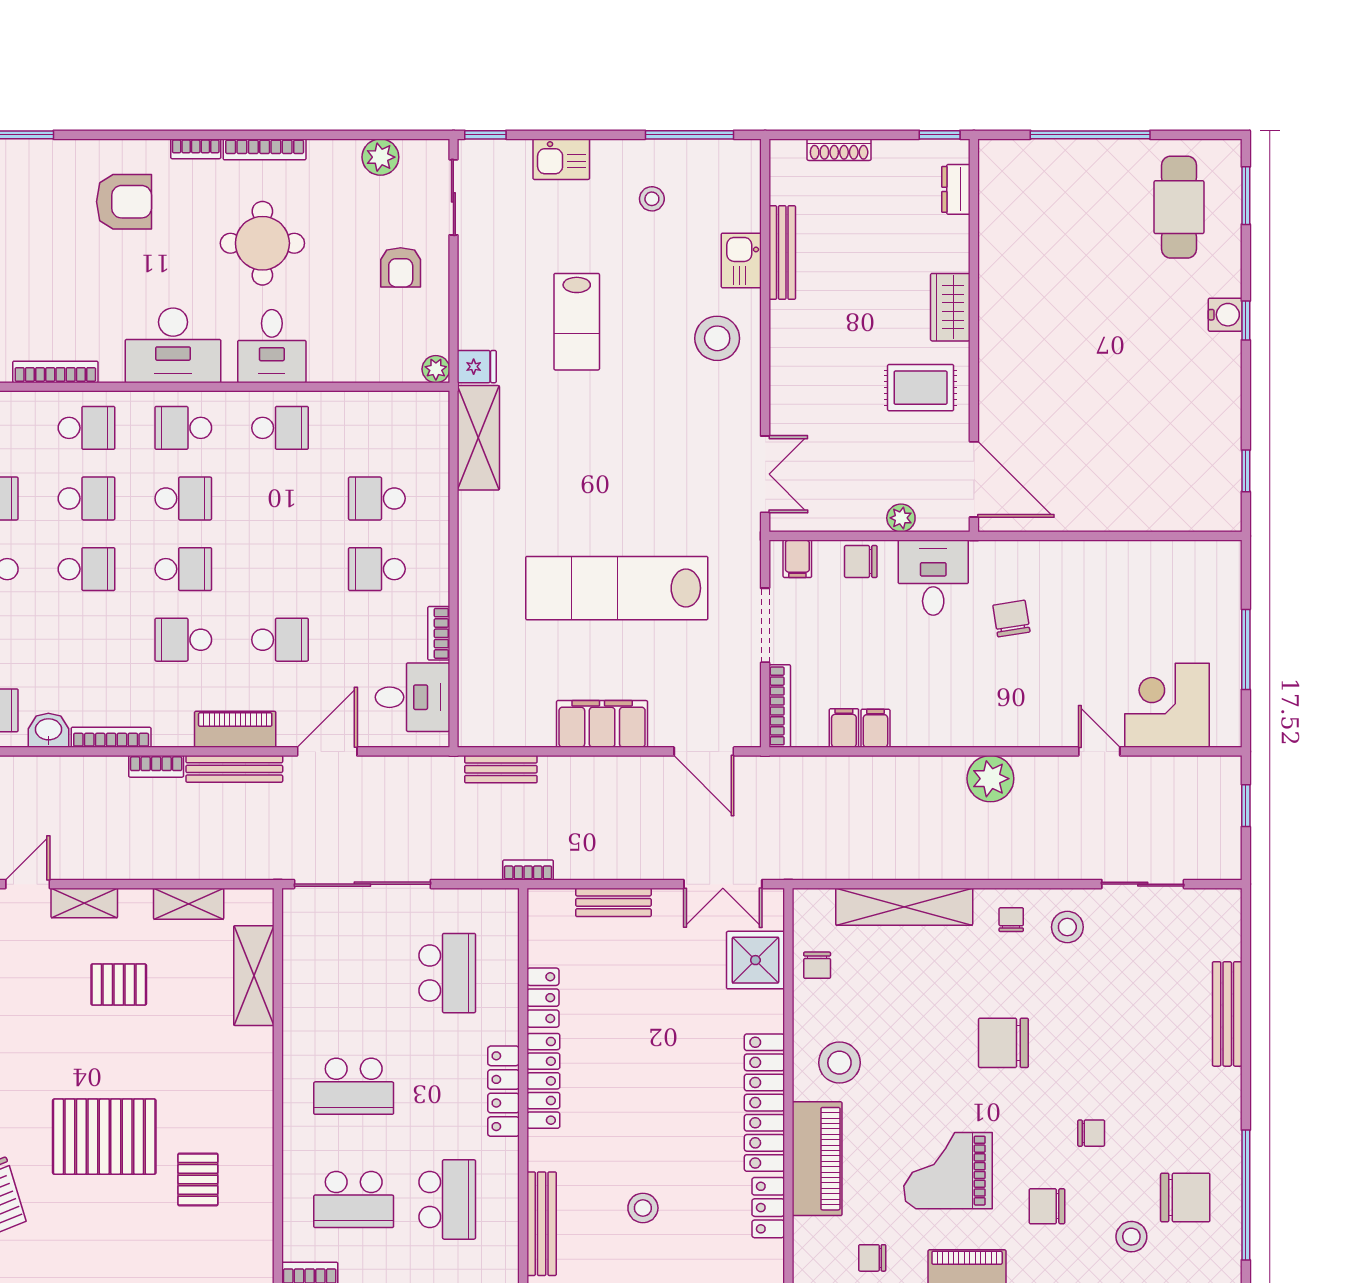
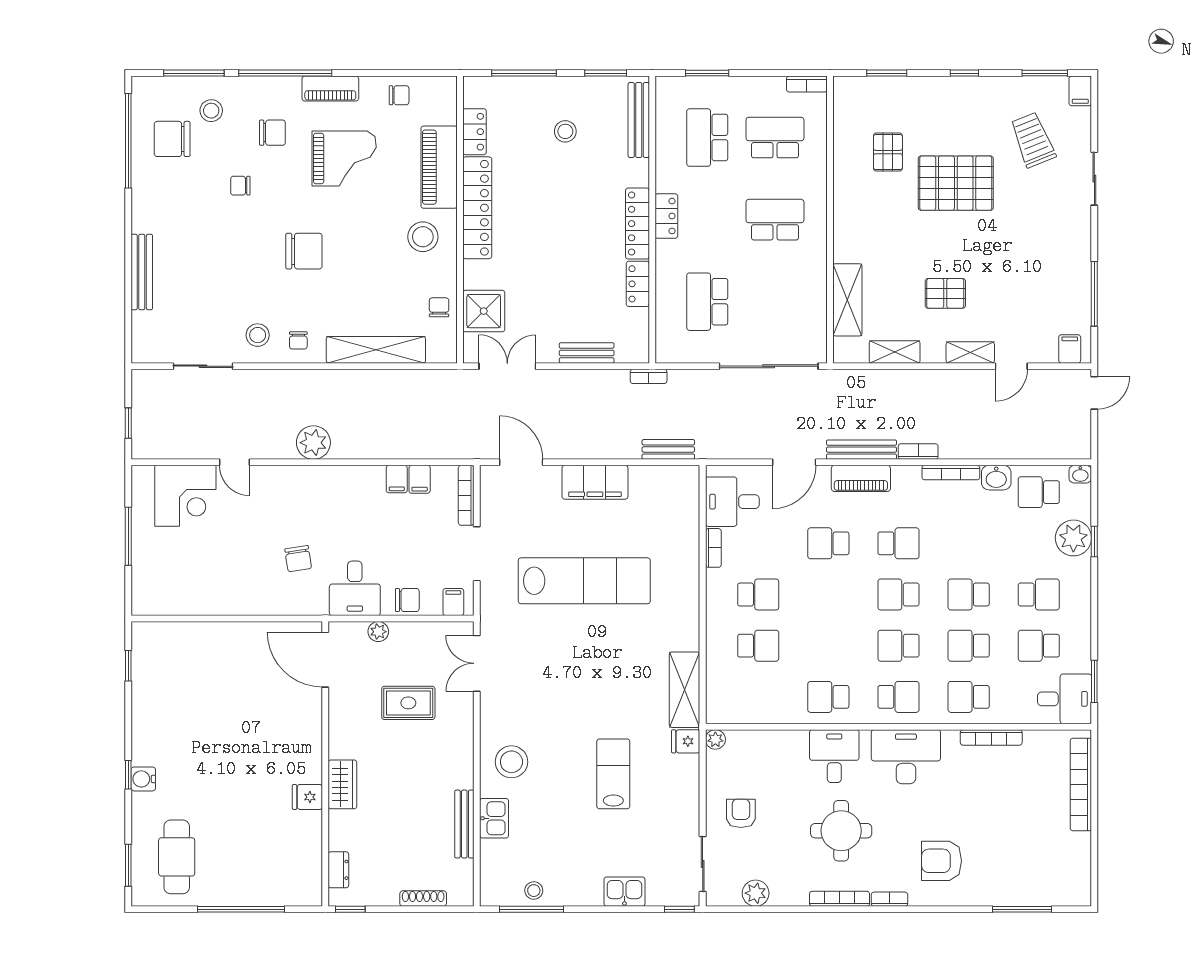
stool: (652, 199) -> (534, 891), moved
fridge: (999, 290) -> (307, 797), added
rug: (921, 388) -> (408, 703), moved
locker: (504, 1091) -> (666, 216), width x0.66

